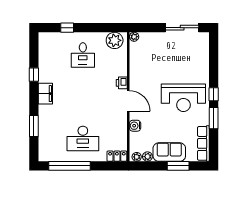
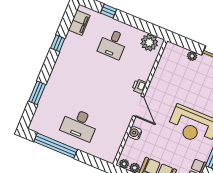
plant: (134, 37) -> (192, 56), moved
filing cabinet: (45, 94) -> (79, 23), moved
locker: (117, 156) -> (105, 155), removed

